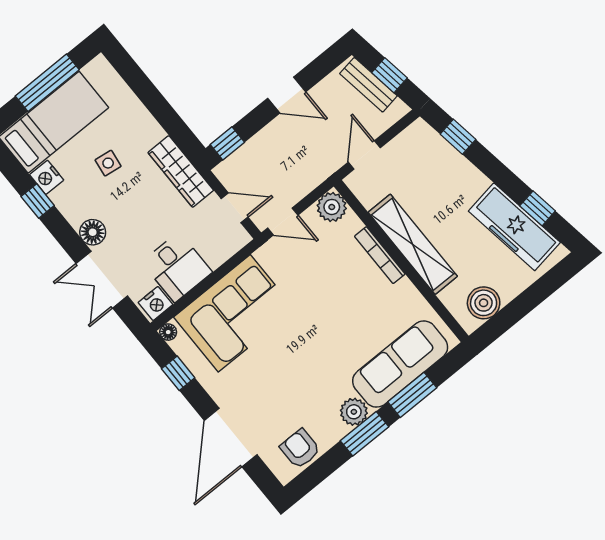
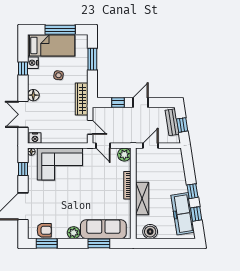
window: (143, 88) -> (92, 59), added
door: (287, 95) -> (141, 103), swing flipped
window: (458, 137) -> (193, 191), moved
window: (227, 143) -> (118, 103), moved
shelving: (413, 244) -> (142, 198), width x0.68
desk: (177, 267) -> (53, 131), removed
window: (364, 434) -> (47, 243), moved
armchair: (300, 449) -> (44, 230), turned 90

